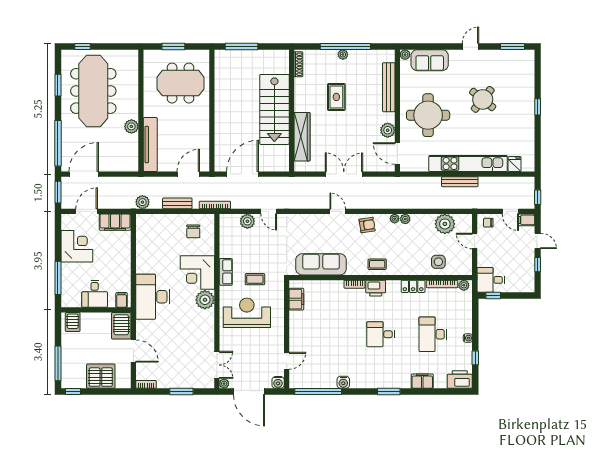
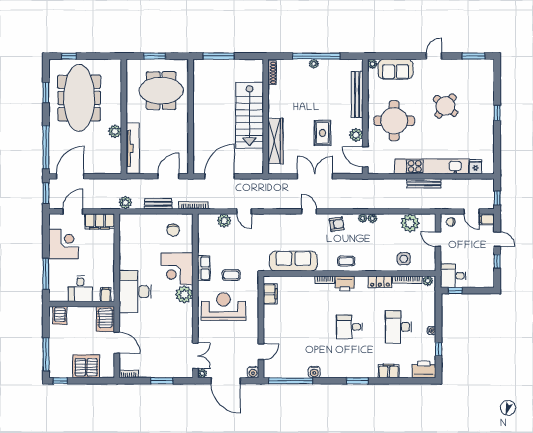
rug: (336, 97) -> (322, 133), moved

